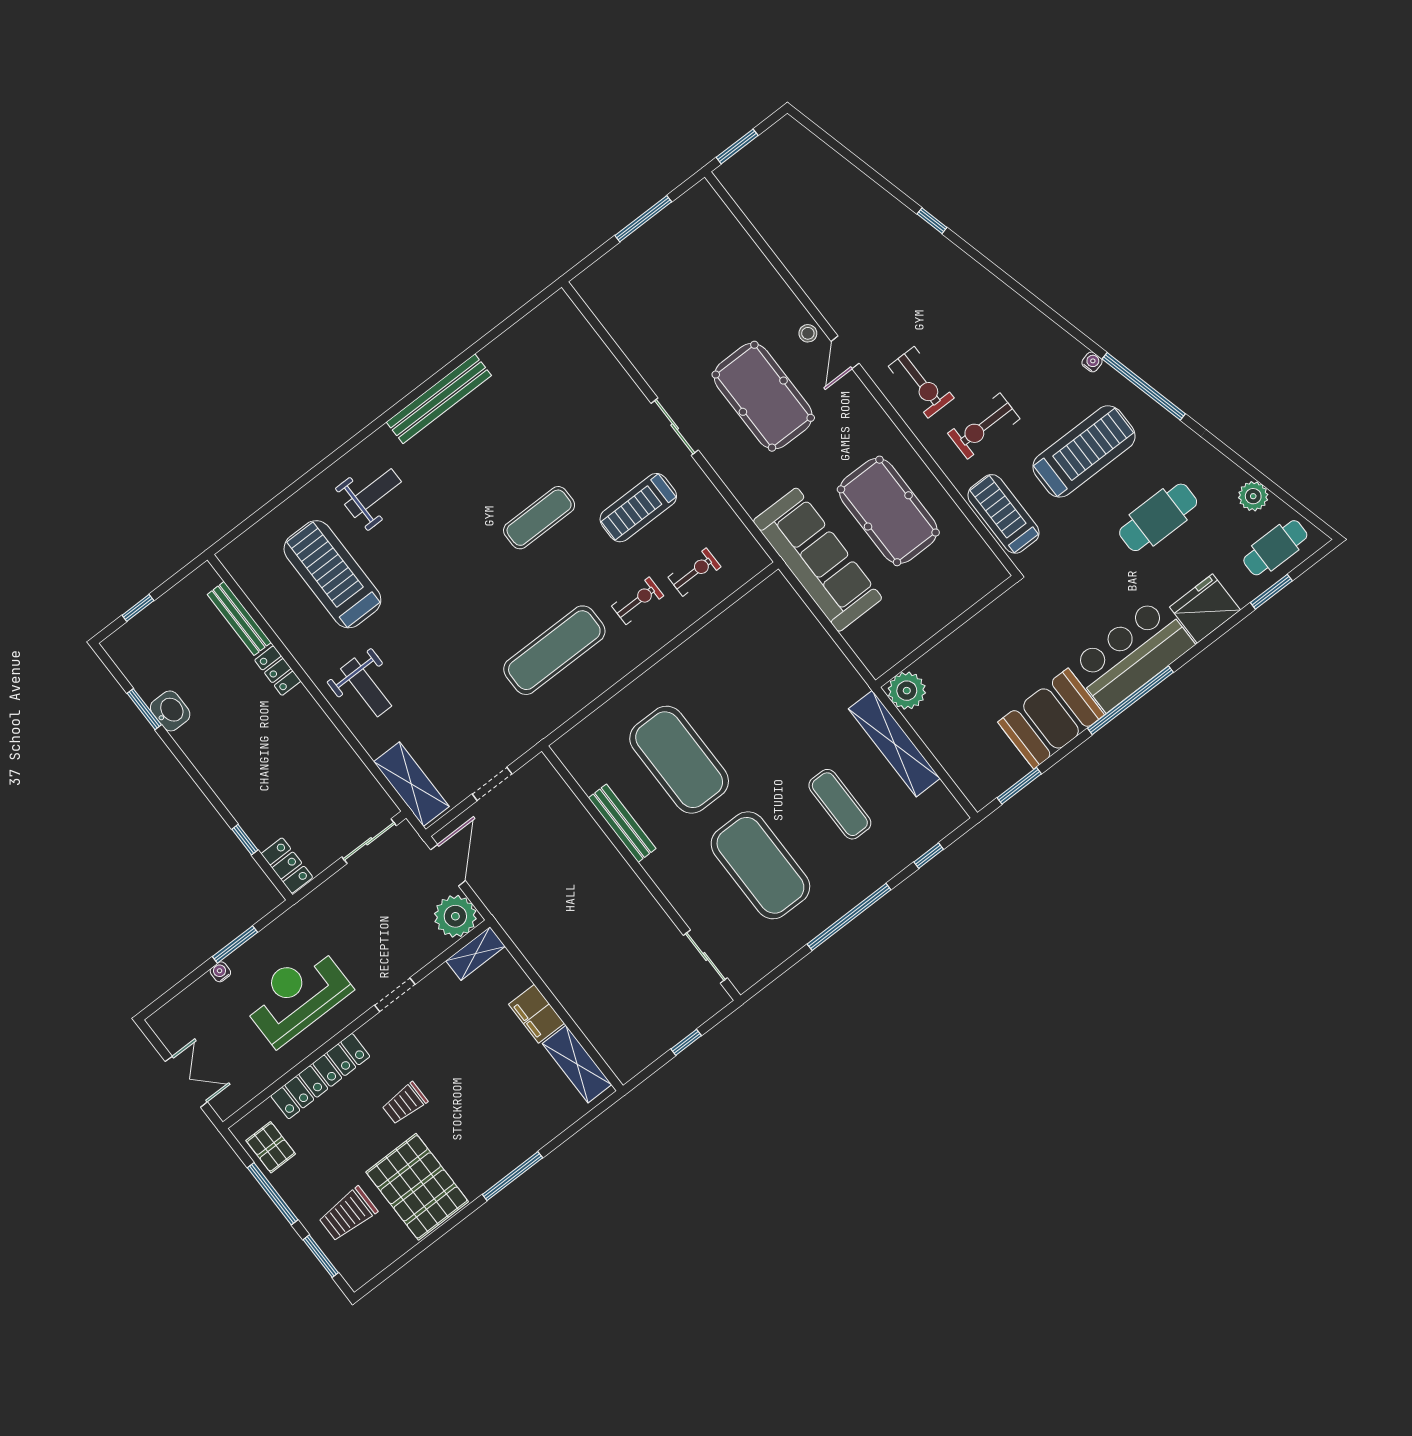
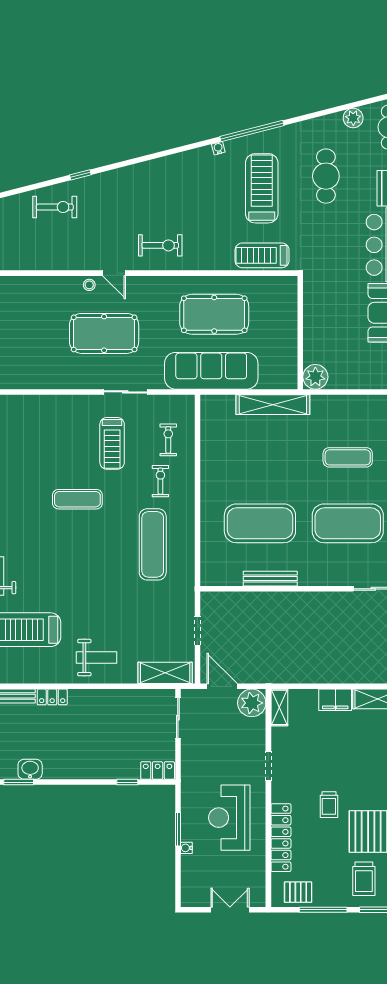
exercise bike: (984, 426) -> (55, 207), moved, turned -90
sliding door: (675, 427) -> (125, 392), moved
exercise mat: (539, 518) -> (77, 499), turned 90
shelving: (894, 744) -> (273, 405), moved

